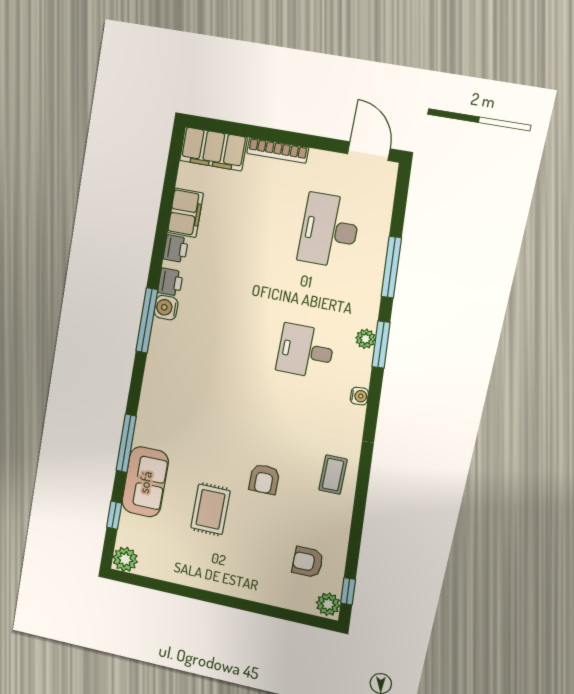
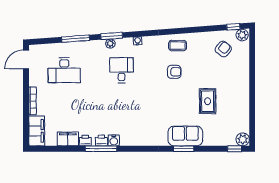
window: (147, 320) -> (101, 149), moved
desk: (305, 351) -> (122, 70), turned 180
window: (126, 443) -> (184, 149), width x0.69
armchair: (264, 479) -> (174, 72), moved
sofa: (145, 482) -> (185, 136), moved
rug: (210, 509) -> (208, 101), turned 90
window: (114, 515) -> (235, 149), moved
armchair: (308, 562) -> (223, 49), turned -141

